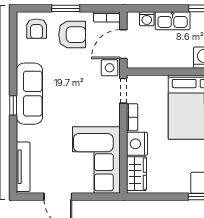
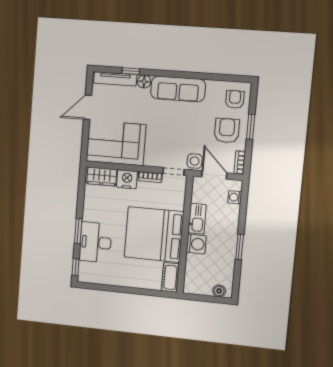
kitchen sink: (173, 21) -> (197, 219), moved, turned 180
armchair: (37, 29) -> (235, 99), turned 90
armchair: (72, 35) -> (227, 131), turned 180
window: (13, 105) -> (131, 71), moved
floor lamp: (24, 133) -> (144, 82), added

